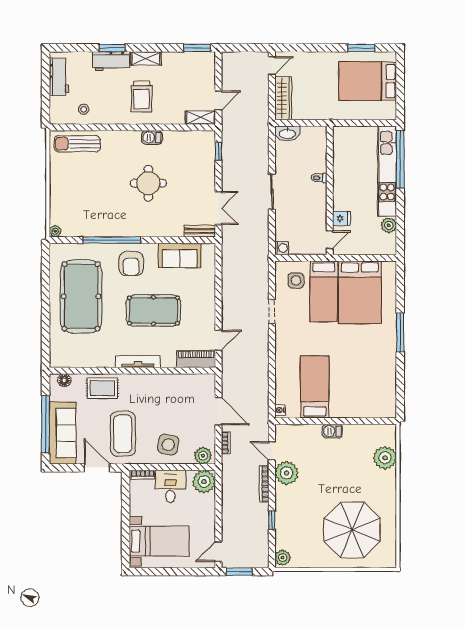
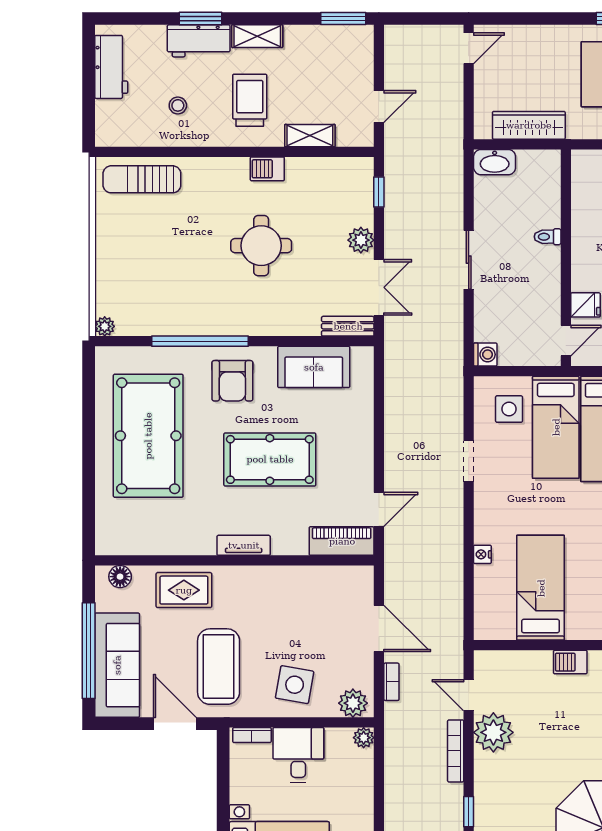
trolley: (142, 97) -> (250, 100), turned 180
wardrobe: (283, 98) -> (529, 125), moved, turned -90
stool: (84, 109) -> (178, 105), moved
shelving: (201, 118) -> (310, 136), moved
plant: (208, 180) -> (361, 240), added
tv unit: (138, 362) -> (244, 545), width x0.71
nightstand: (280, 410) -> (482, 554), moved
plant: (204, 482) -> (364, 738), width x0.53, depth x0.53

